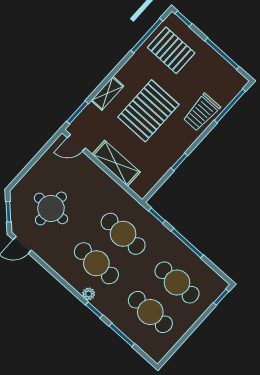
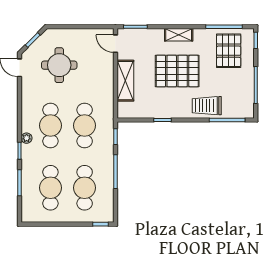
shelving: (107, 93) -> (179, 35), moved

